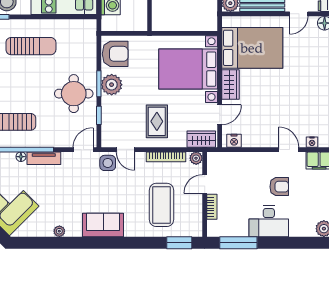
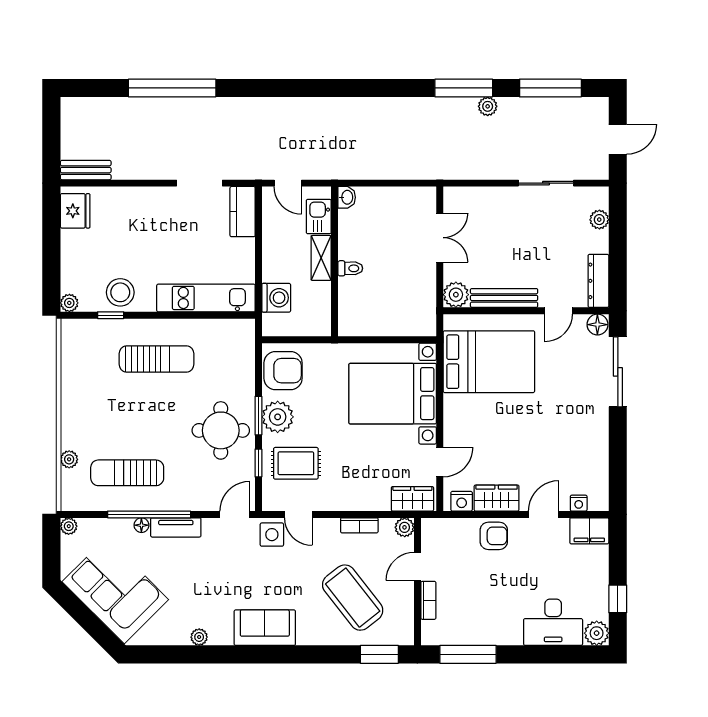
wardrobe: (230, 85) -> (497, 498), moved, turned -90
rug: (157, 121) -> (296, 463), moved, turned 90
door: (289, 150) -> (544, 514), hinge flipped
bookcase: (166, 157) -> (359, 525), width x0.64
armchair: (279, 187) -> (494, 536), moved
coffee table: (162, 205) -> (353, 598), turned -38
desk: (269, 221) -> (553, 622), moved

